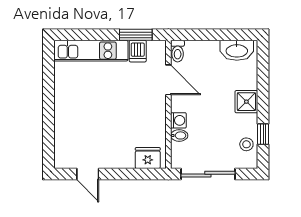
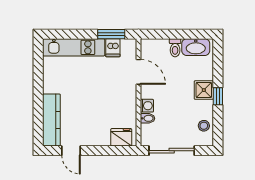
toilet: (178, 51) -> (175, 48), moved
window: (263, 134) -> (218, 96), moved
kitchen counter: (64, 137) -> (51, 120), added

